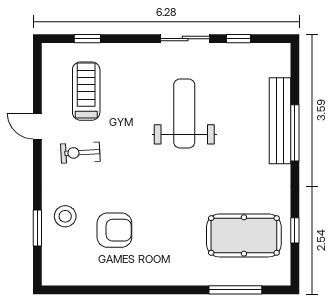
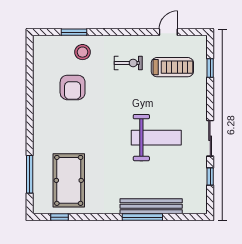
door: (37, 126) -> (168, 32), moved
exercise bike: (80, 153) -> (128, 63), turned 93
window: (295, 230) -> (60, 217), moved

